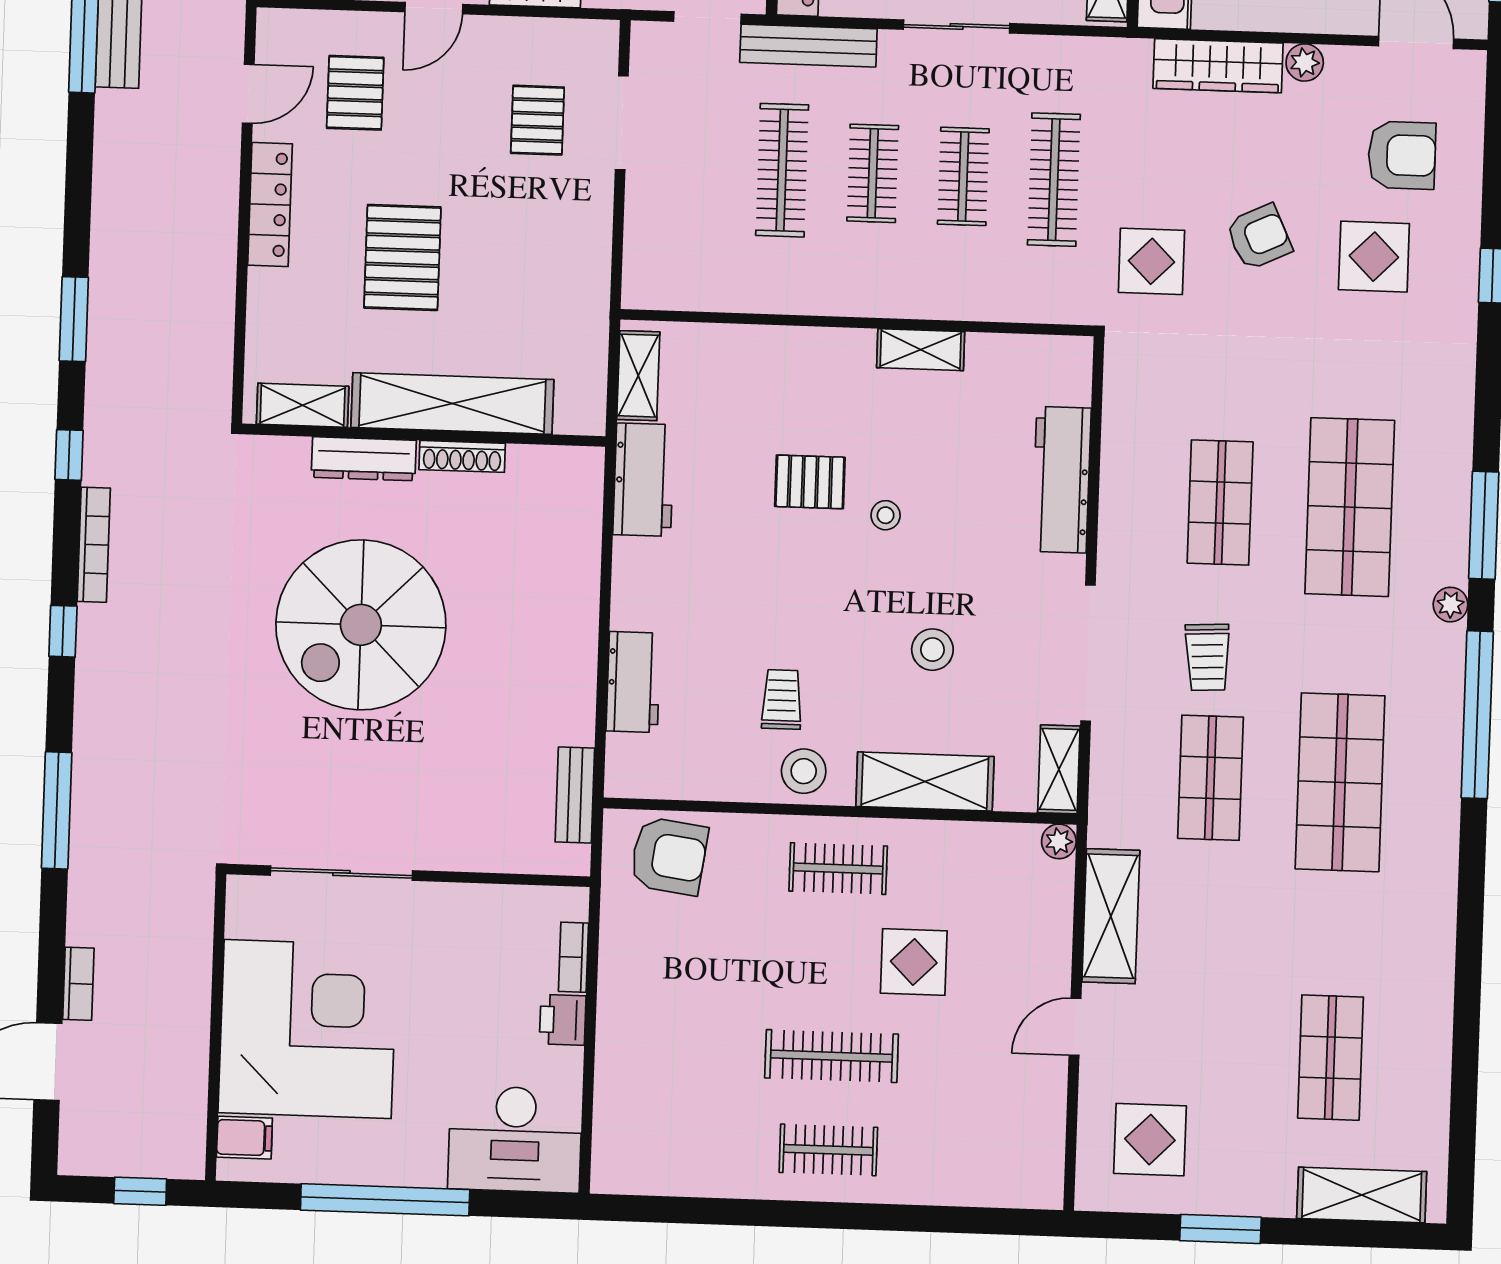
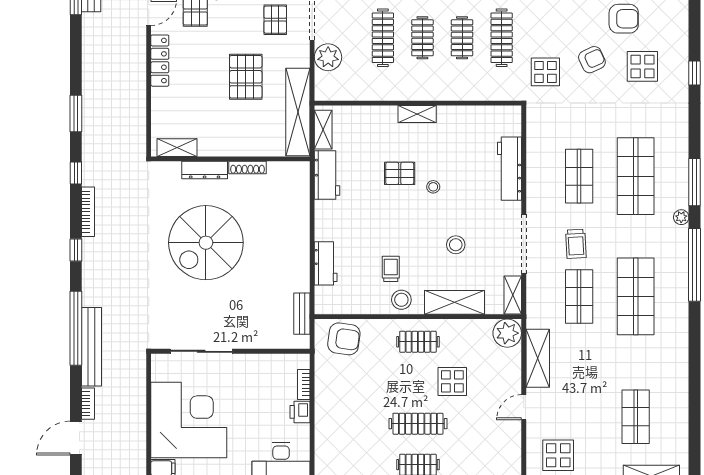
armchair: (1402, 155) -> (624, 19), moved
plant: (655, 210) -> (328, 57), added
pallet: (402, 257) -> (246, 77), moved
shelving: (921, 350) -> (417, 114), moved
shelving: (452, 404) -> (298, 112), moved, turned 90
window: (57, 810) -> (76, 328), width x1.46
plant: (1059, 841) -> (507, 333), width x1.87, depth x1.87
bench: (91, 854) -> (91, 347), added

